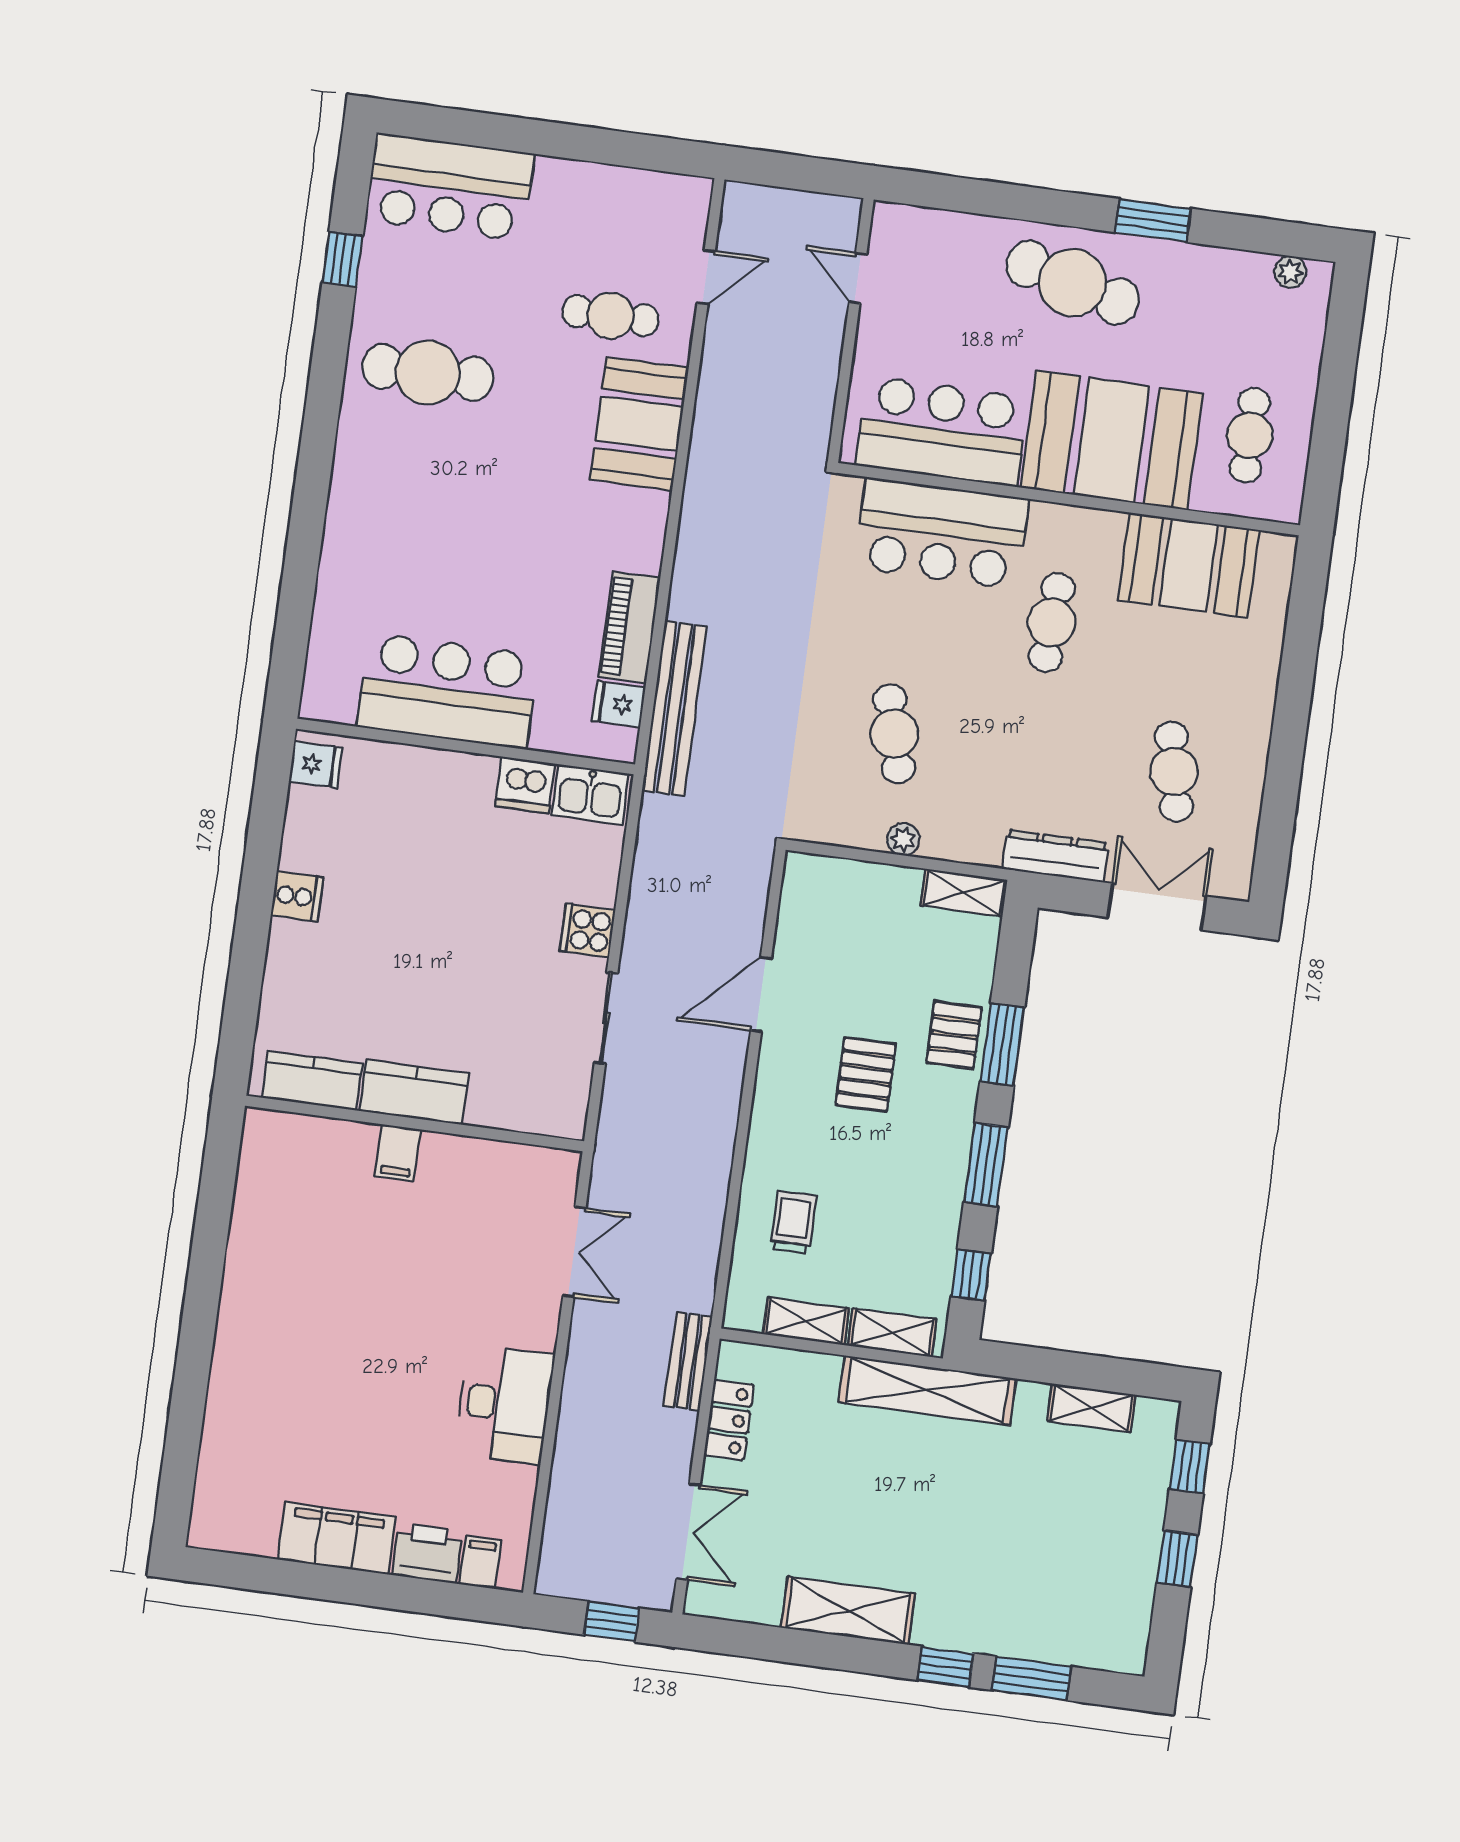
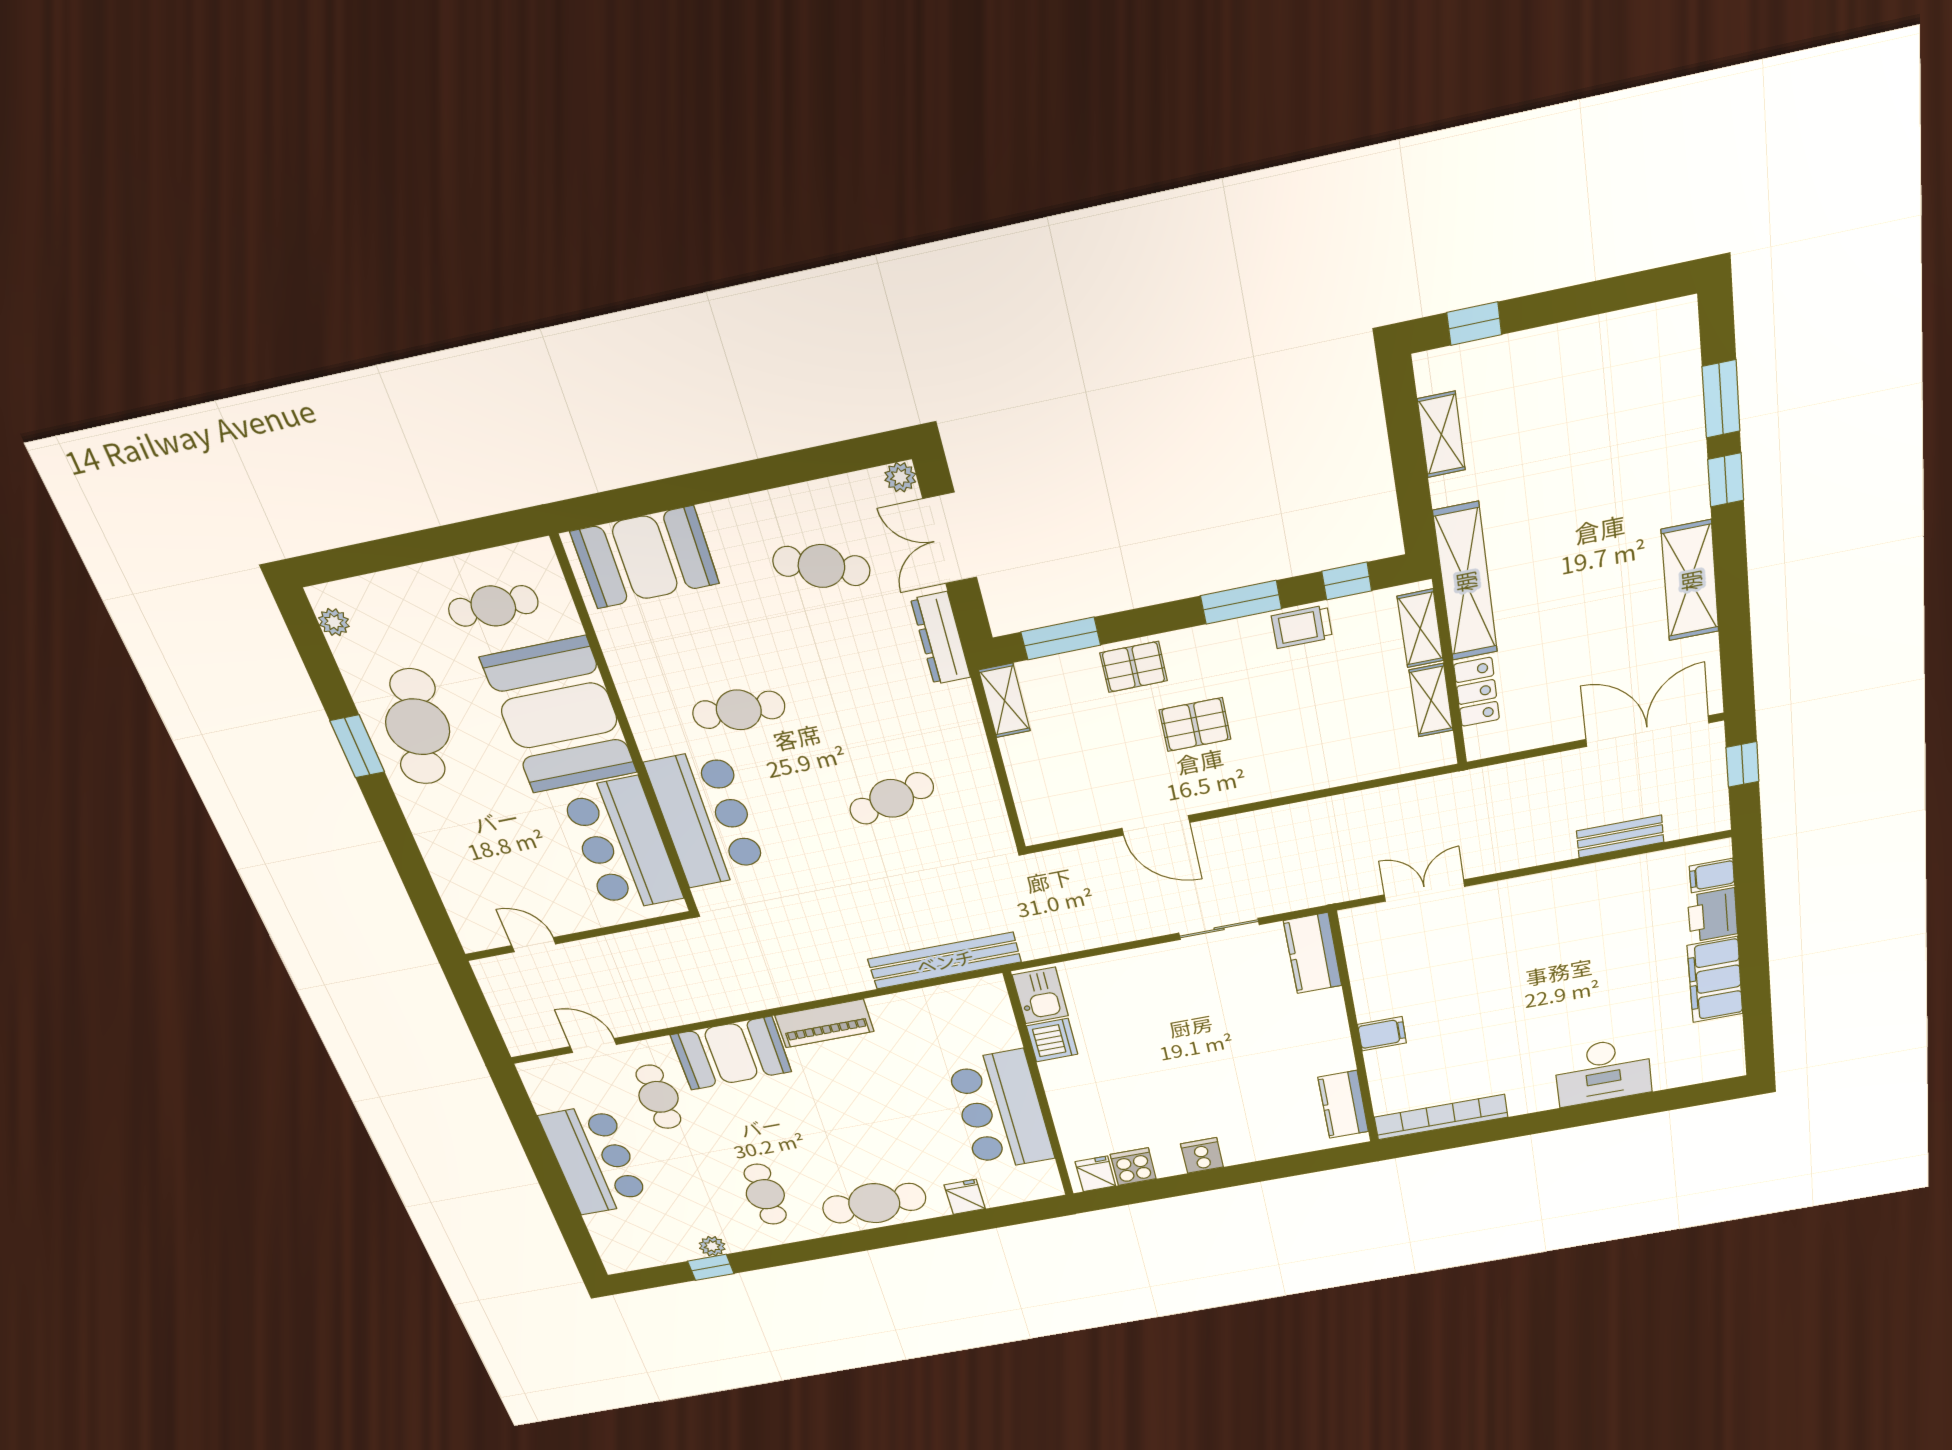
bar counter: (450, 187) -> (594, 1160), moved
plant: (374, 276) -> (712, 1246), added
door: (858, 278) -> (534, 945), swing flipped
cafe table: (1072, 283) -> (418, 727), moved
cafe table: (428, 373) -> (765, 1194), width x0.73, depth x0.74
cafe table: (367, 492) -> (874, 1203), added
booth: (1189, 565) -> (645, 558), moved, turned 90
piano: (630, 628) -> (824, 1023), moved
fridge: (619, 704) -> (965, 1197), moved, turned 180
cafe table: (1174, 772) -> (821, 566), turned 33
plant: (903, 839) -> (900, 477), moved
cooker: (587, 930) -> (1133, 1167), moved, turned 180
window: (1002, 1044) -> (1061, 639), moved
kitchen counter: (414, 1092) -> (1313, 953), moved
bookcase: (252, 1186) -> (1441, 1117), added
trolley: (793, 1222) -> (1302, 627), moved
bench: (688, 1361) -> (1620, 836), moved
desk: (505, 1404) -> (1603, 1072), moved, turned 180
locker: (729, 1420) -> (1477, 692), moved, turned 90
double door: (688, 1532) -> (1647, 731), width x1.37
window: (1177, 1559) -> (1570, 303), removed

